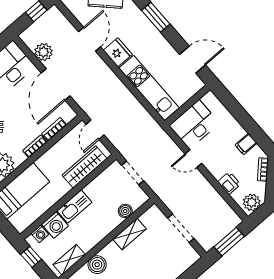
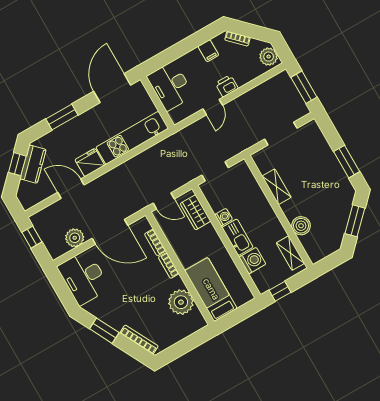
door: (193, 60) -> (112, 88), width x1.36
desk: (194, 124) -> (170, 86), moved
wardrobe: (85, 167) -> (196, 212), width x0.67
printer: (229, 183) -> (227, 86), moved
boiler: (125, 211) -> (252, 186), removed
washing machine: (40, 234) -> (224, 217), moved

